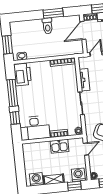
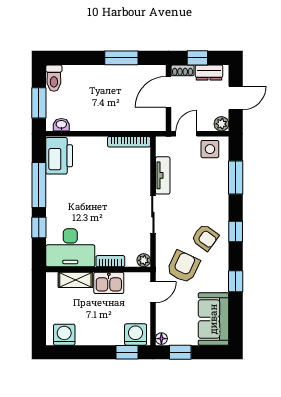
toilet: (47, 26) -> (54, 78), moved
shelving: (54, 179) -> (75, 280), moved

